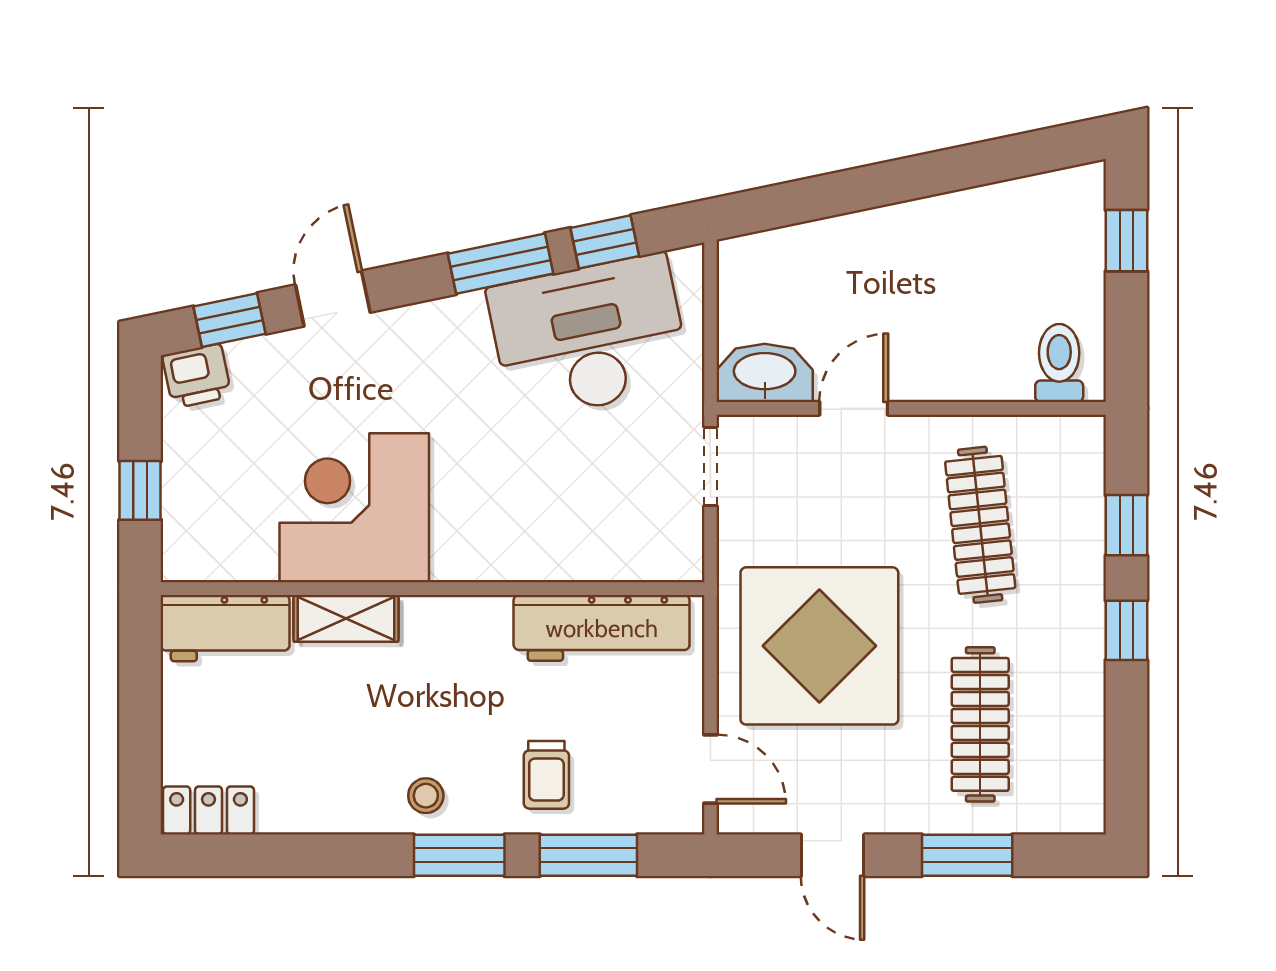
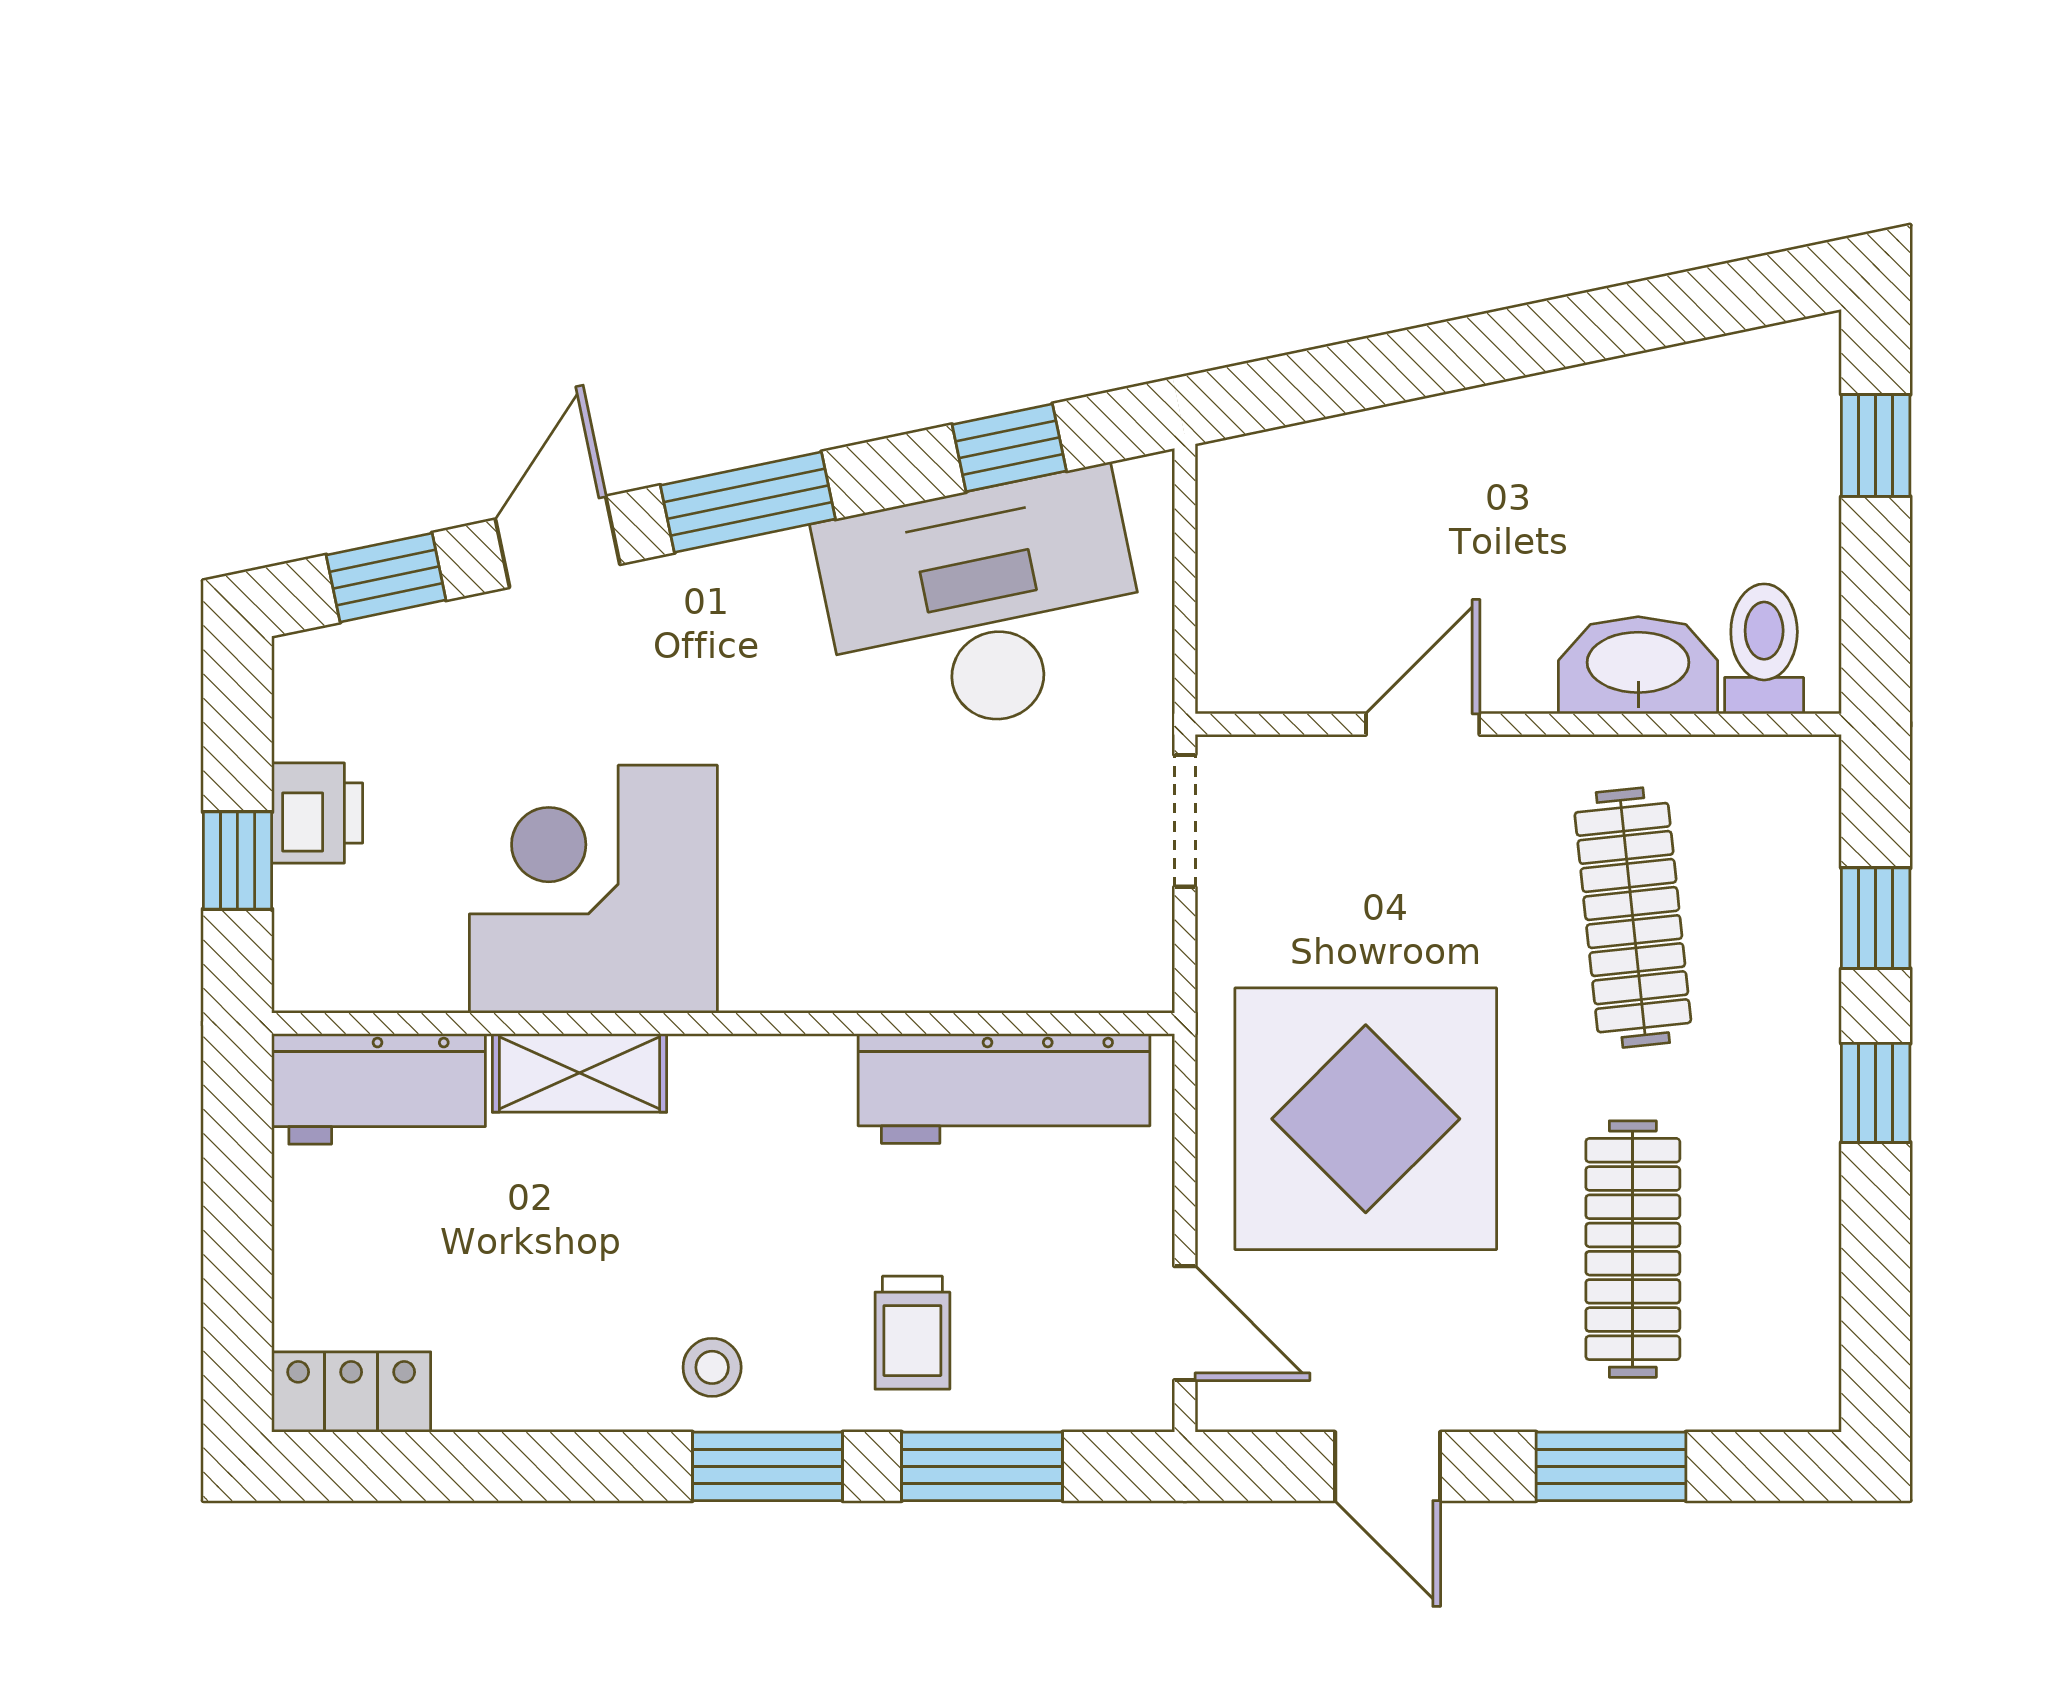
window: (501, 264) -> (748, 502), moved
washbasin: (765, 373) -> (1638, 665), moved
printer: (197, 376) -> (317, 813), moved, turned -78

